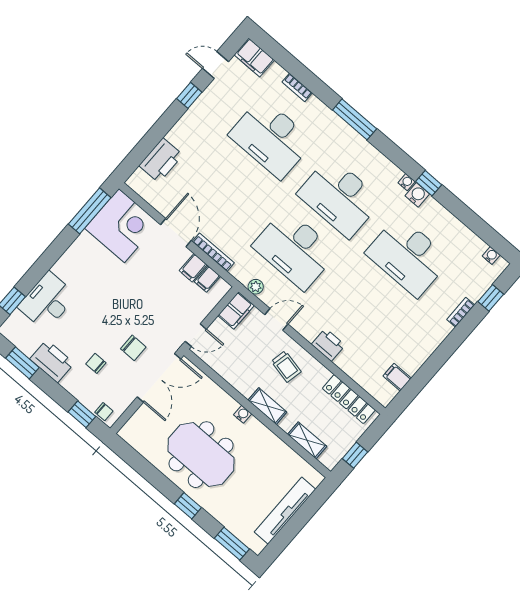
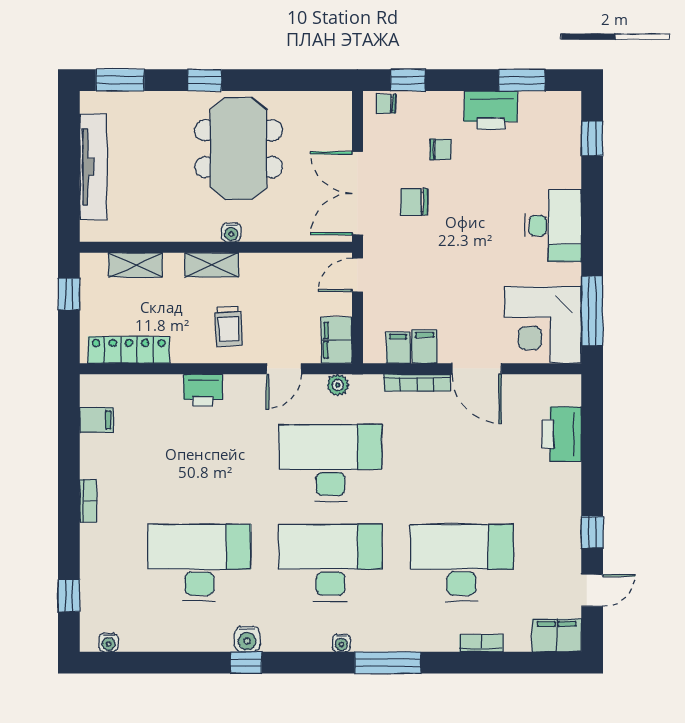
water cooler: (407, 182) -> (341, 643), moved
desk: (47, 301) -> (553, 226), moved
bookcase: (461, 312) -> (88, 501), moved
trolley: (286, 366) -> (229, 326), turned -105
meeting table: (201, 455) -> (239, 149), turned 90

